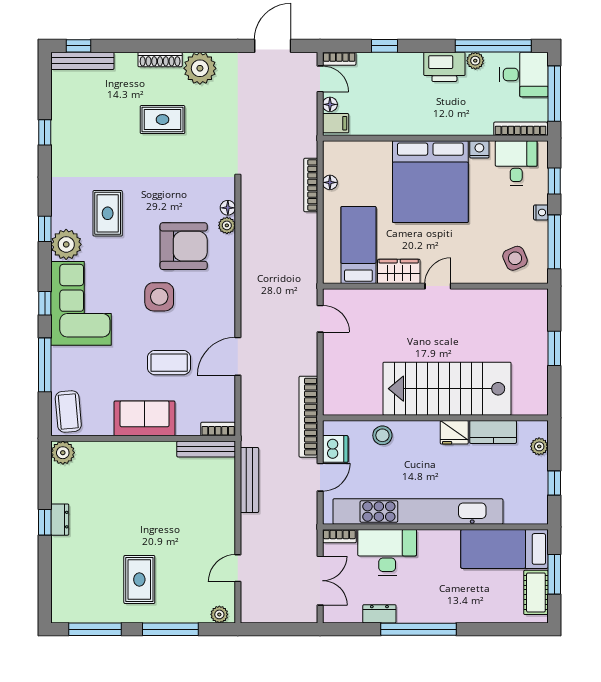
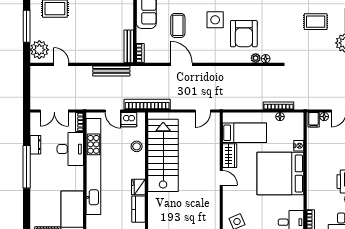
rug: (162, 120) -> (316, 22), turned 90
nightstand: (479, 149) -> (299, 146), moved
stairs: (447, 389) -> (163, 155), moved
plant: (219, 614) -> (39, 50), width x1.88, depth x1.88

